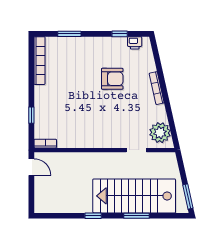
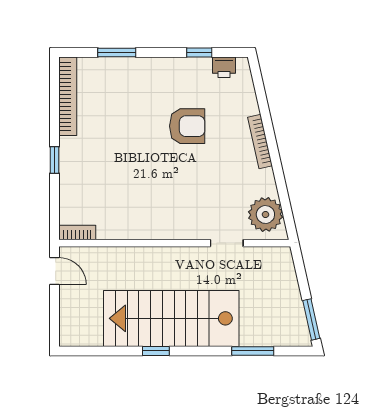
window: (31, 115) -> (54, 160), moved
stairs: (134, 196) -> (171, 318), moved
window: (137, 216) -> (253, 351), moved

